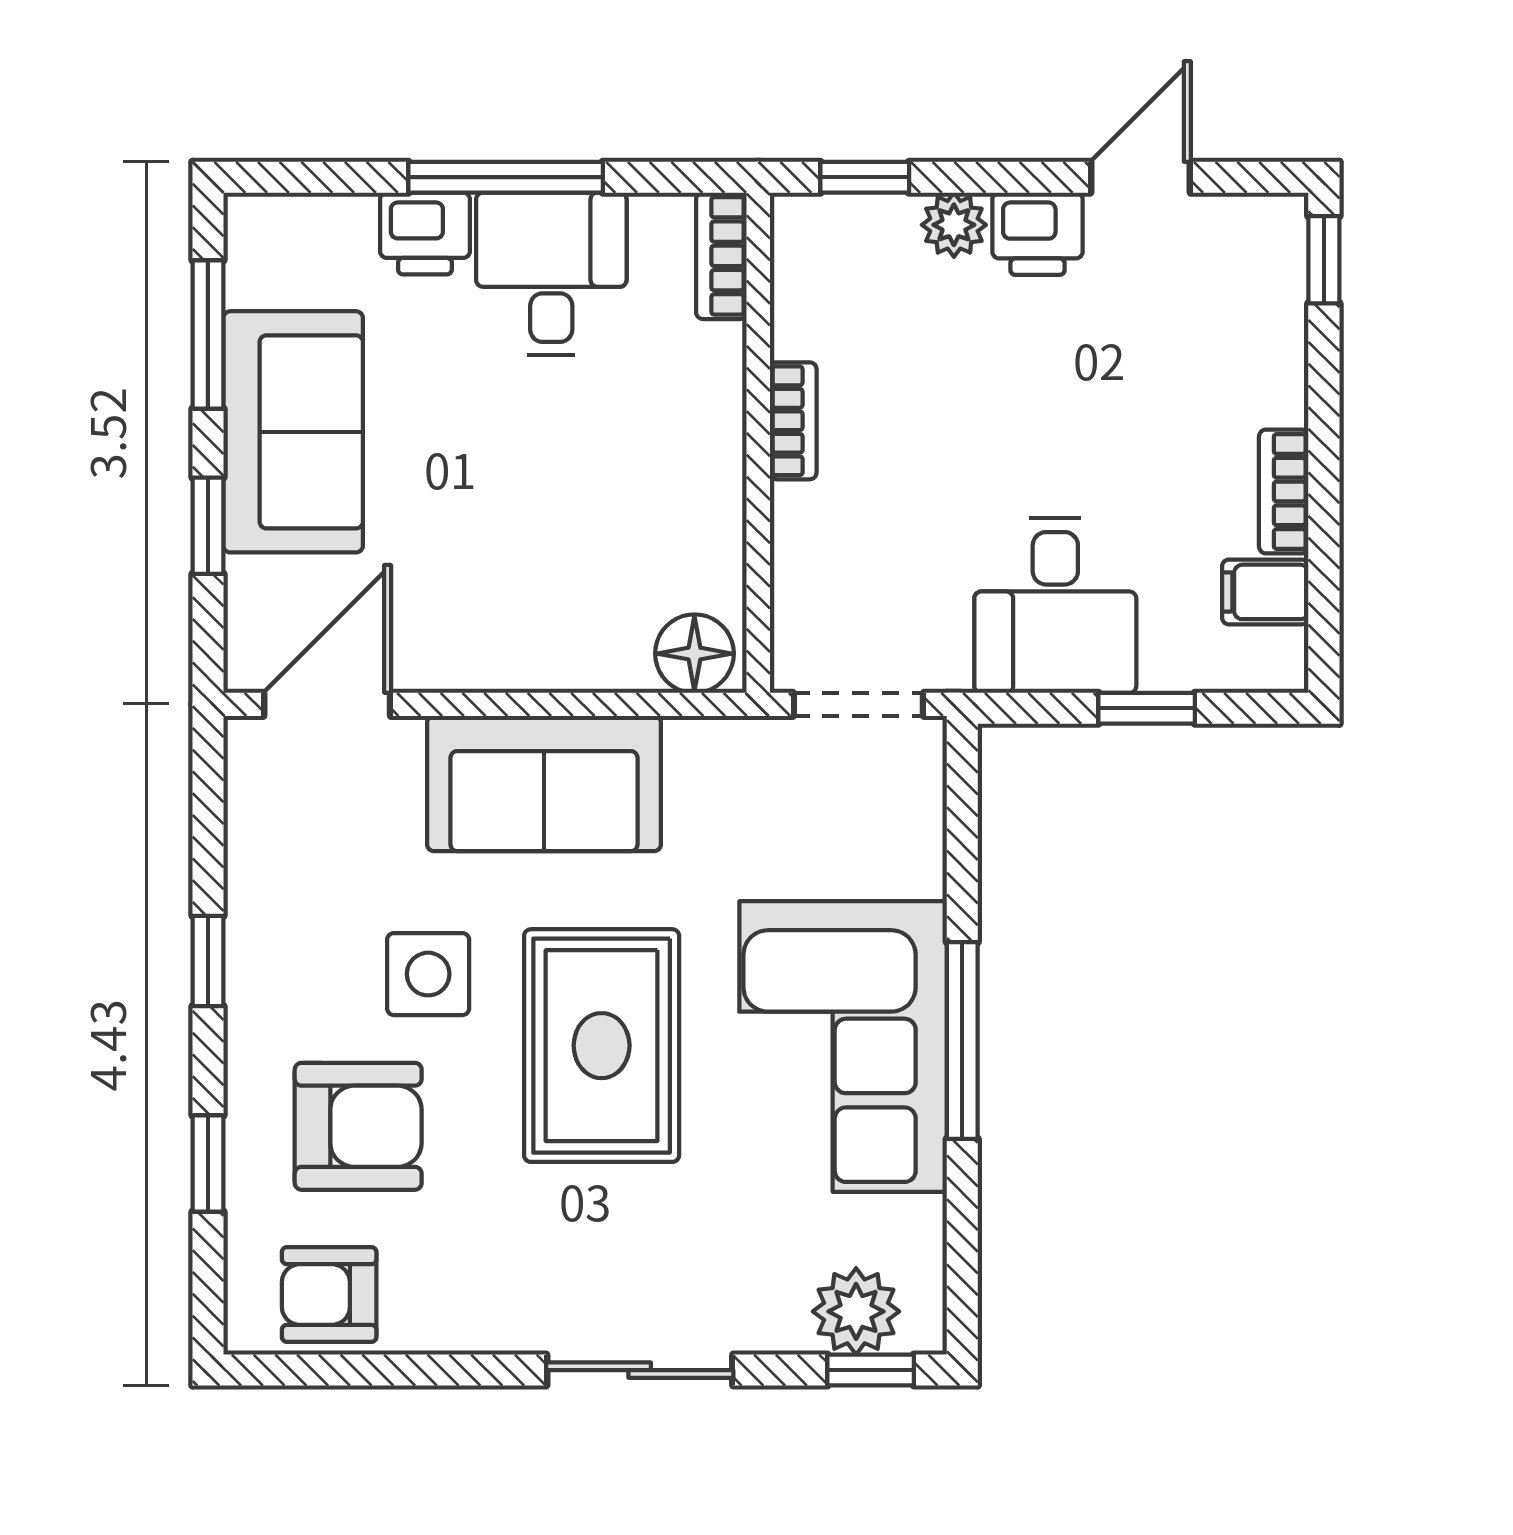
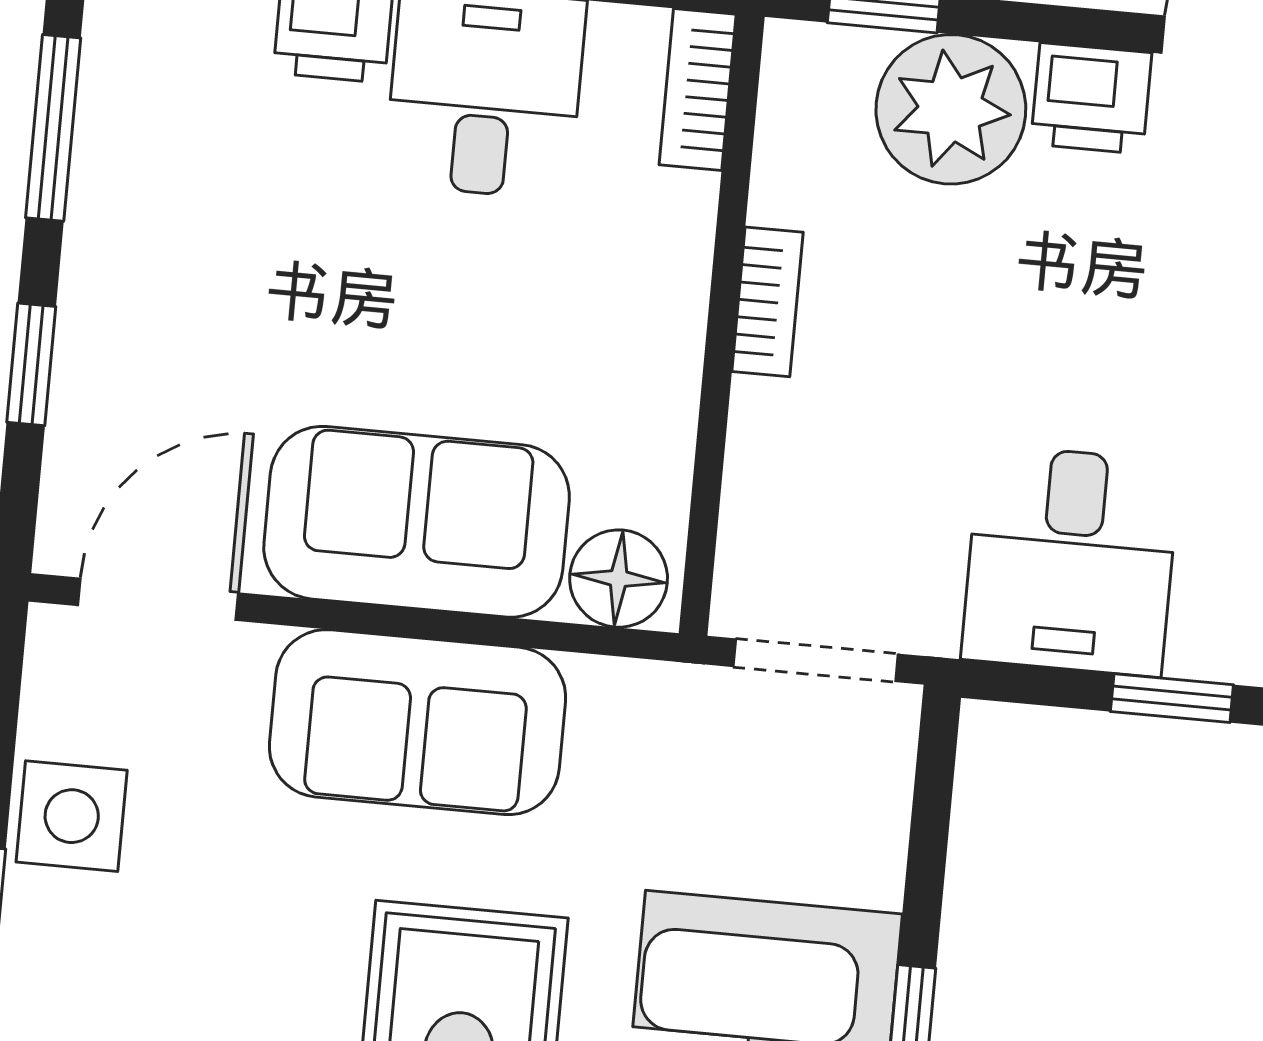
plant: (954, 225) -> (951, 109), width x1.87, depth x1.87
sofa: (293, 432) -> (417, 522), moved, turned -90
side table: (428, 974) -> (72, 816), moved

